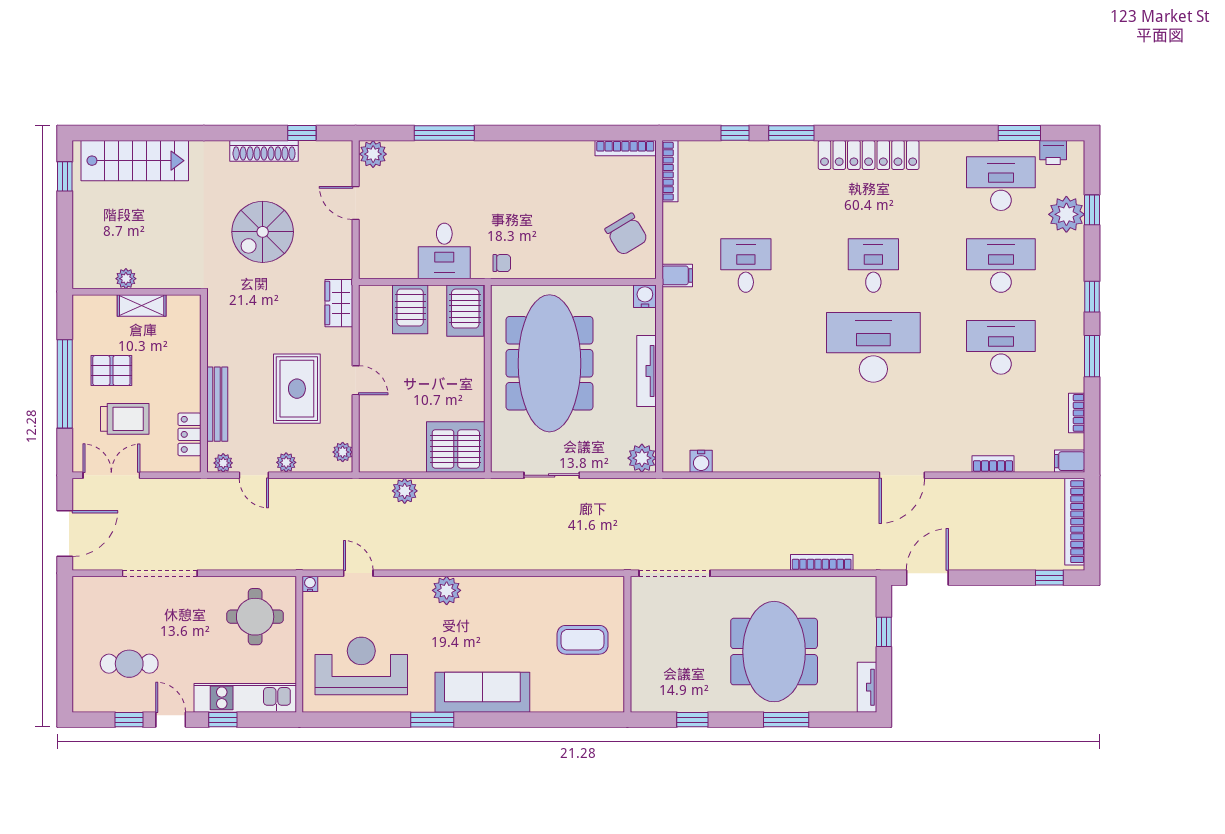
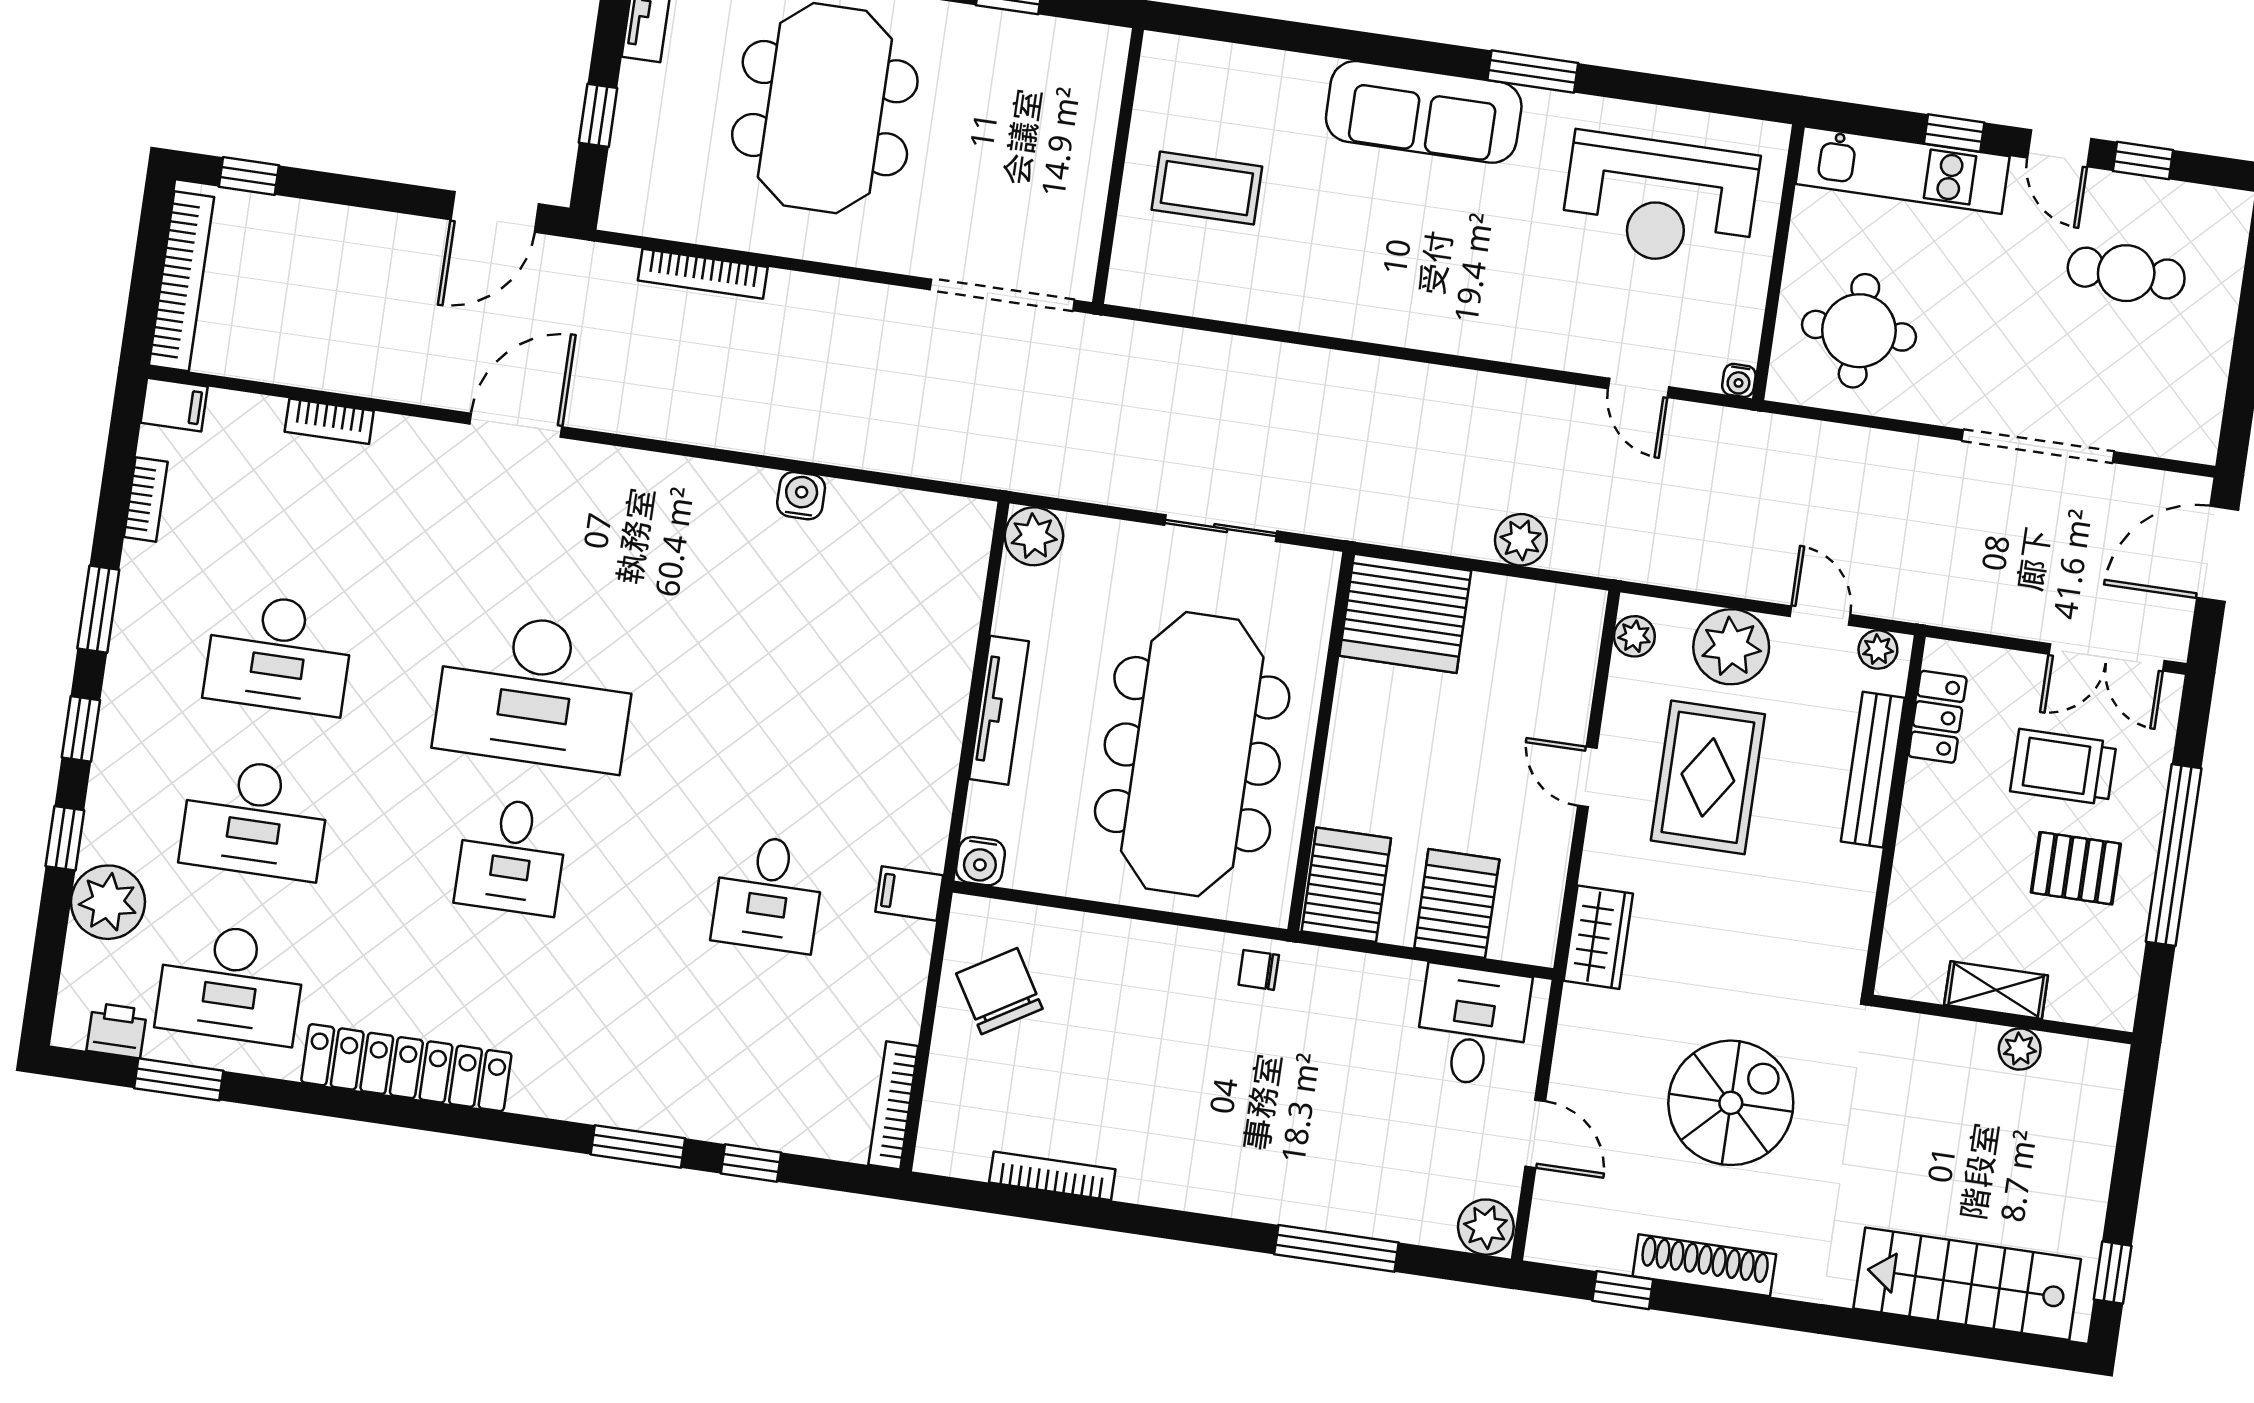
bookcase: (625, 148) -> (1052, 1176), moved
locker: (869, 155) -> (406, 1068), moved
window: (1092, 210) -> (65, 838), moved
desk: (444, 251) -> (1473, 1026), moved
water cooler: (701, 461) -> (801, 496), moved
plant: (286, 462) -> (1731, 647), width x1.88, depth x1.88
plant: (447, 590) -> (1466, 327), removed

